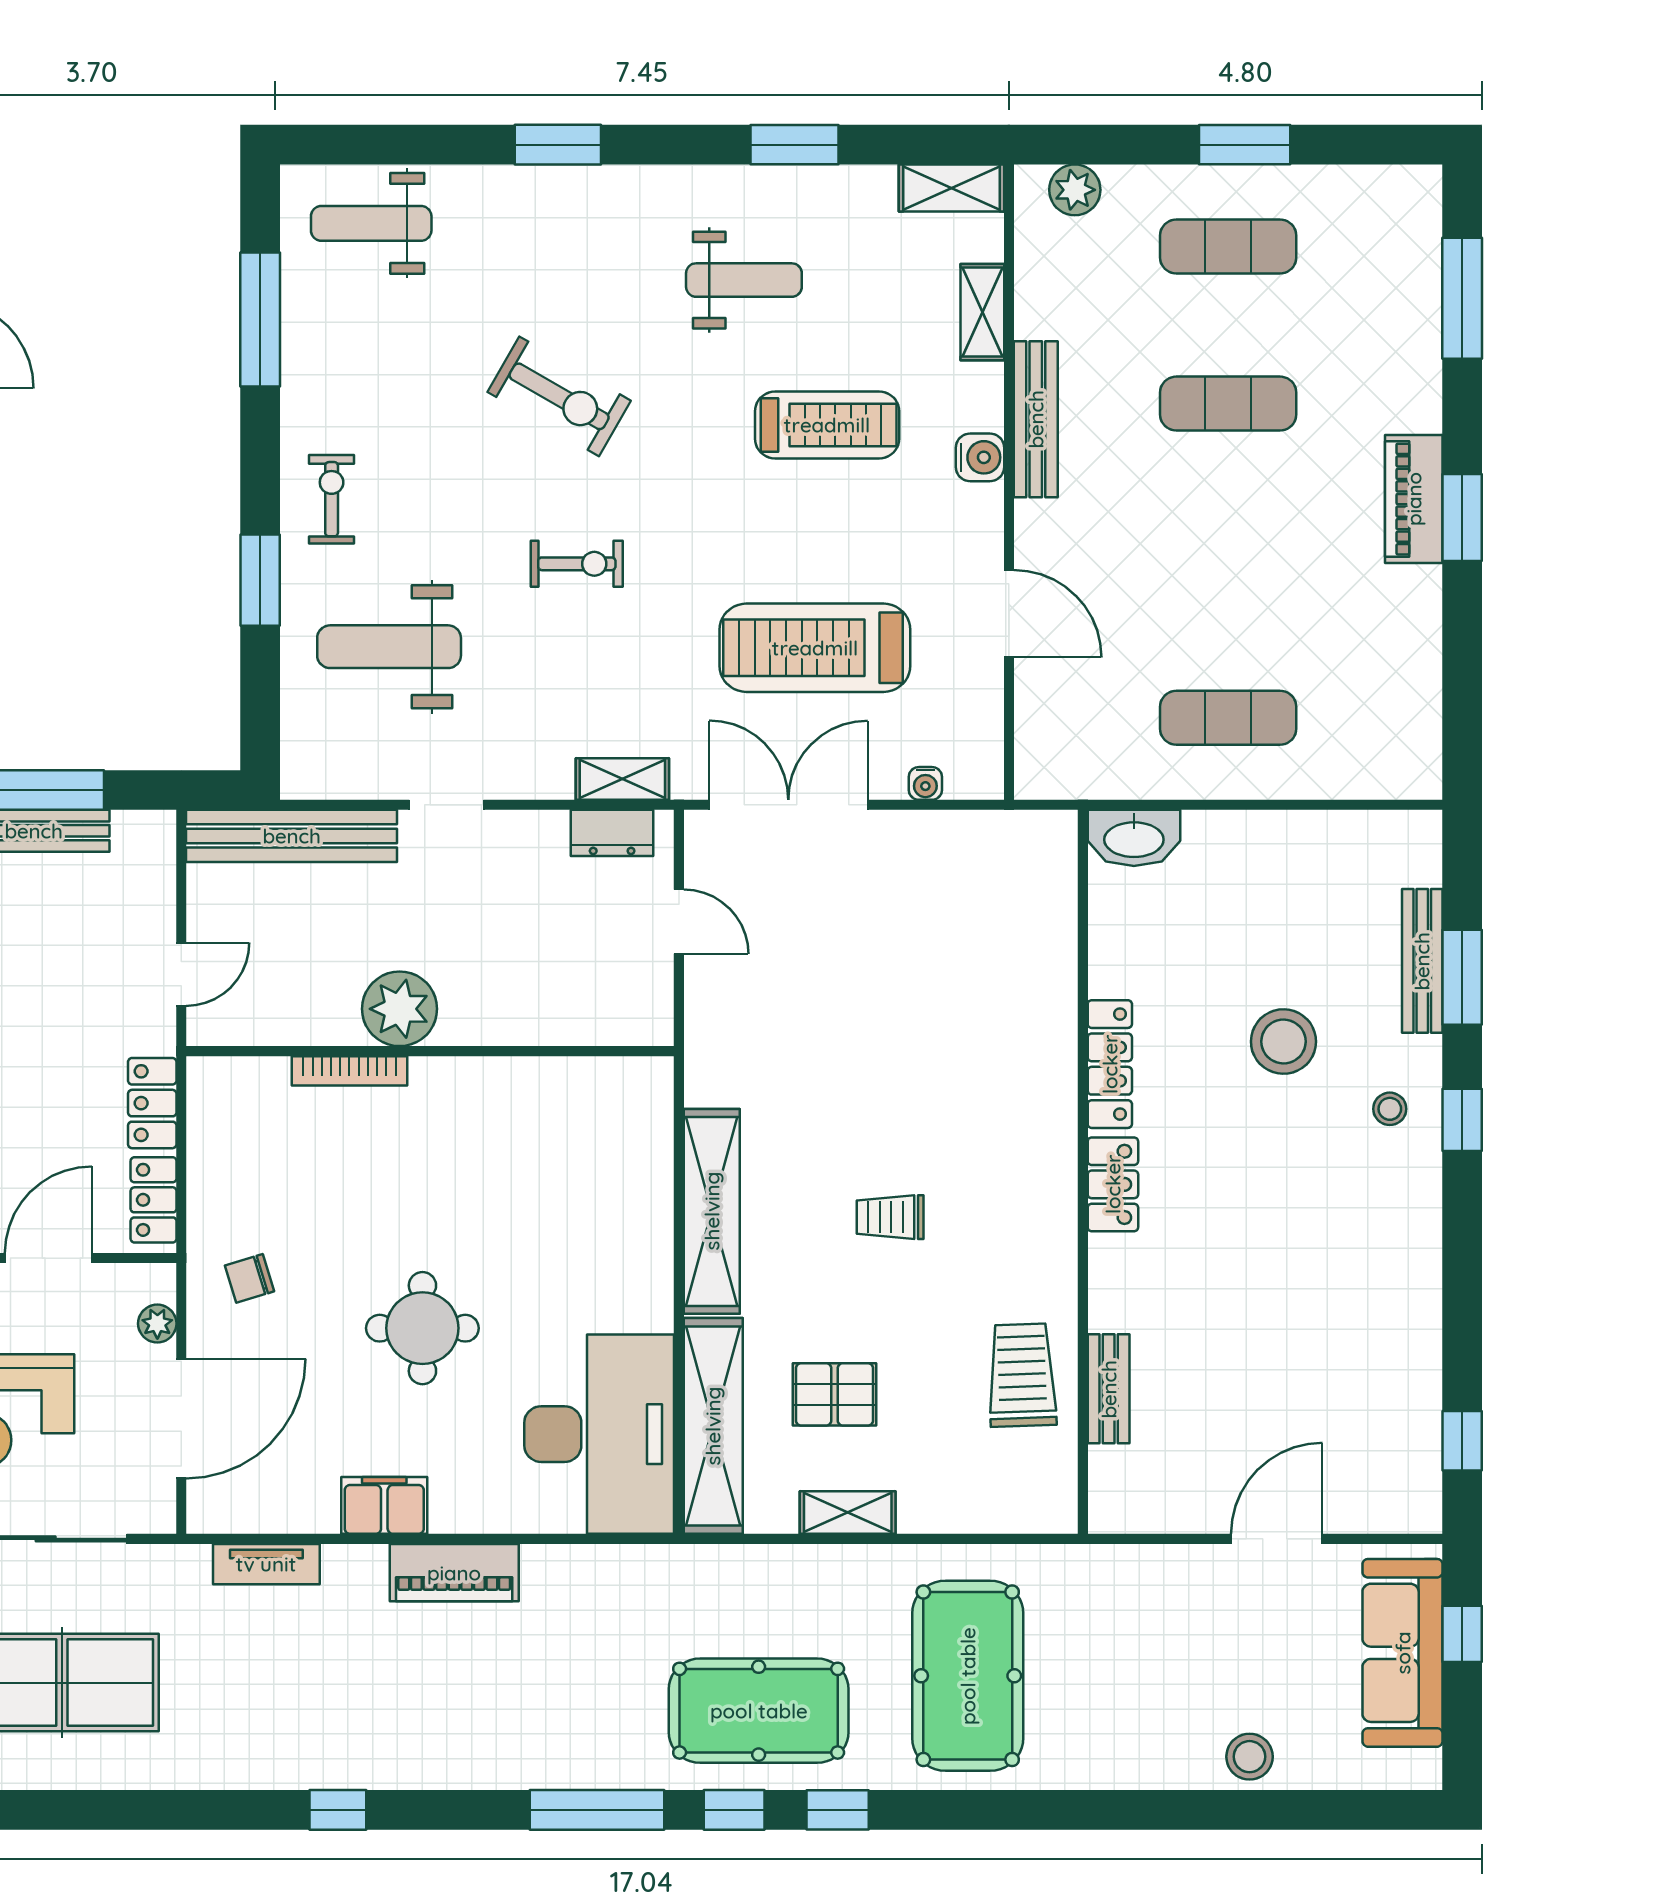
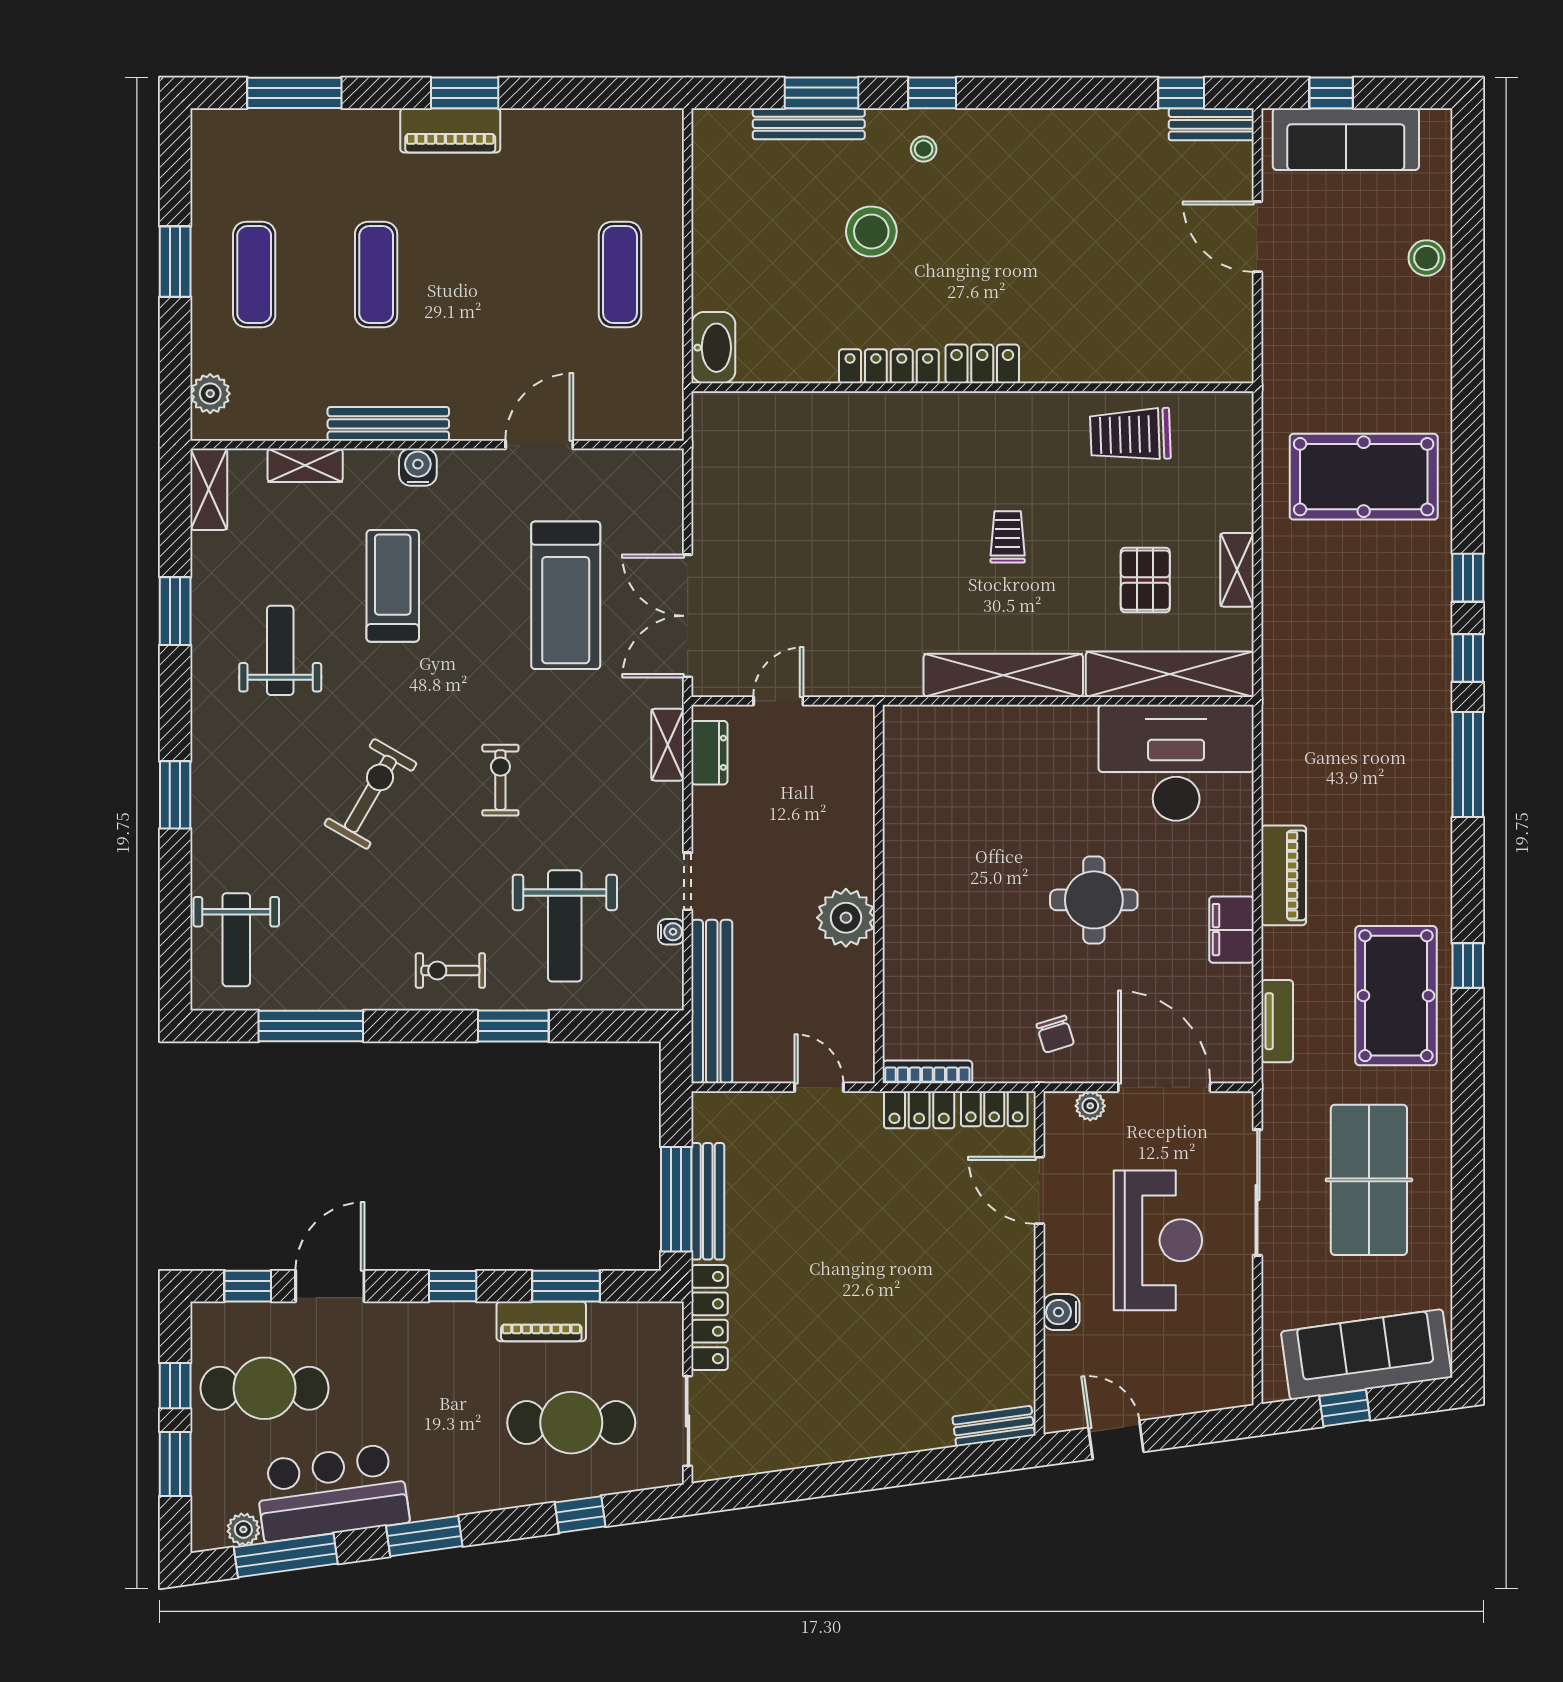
water cooler: (925, 783) -> (671, 932), moved
bookcase: (349, 1071) -> (927, 1072), moved, turned -90
trolley: (890, 1217) -> (1008, 537), turned 180
bench: (1109, 1389) -> (1211, 124), moved
pool table: (759, 1711) -> (1396, 996), moved

